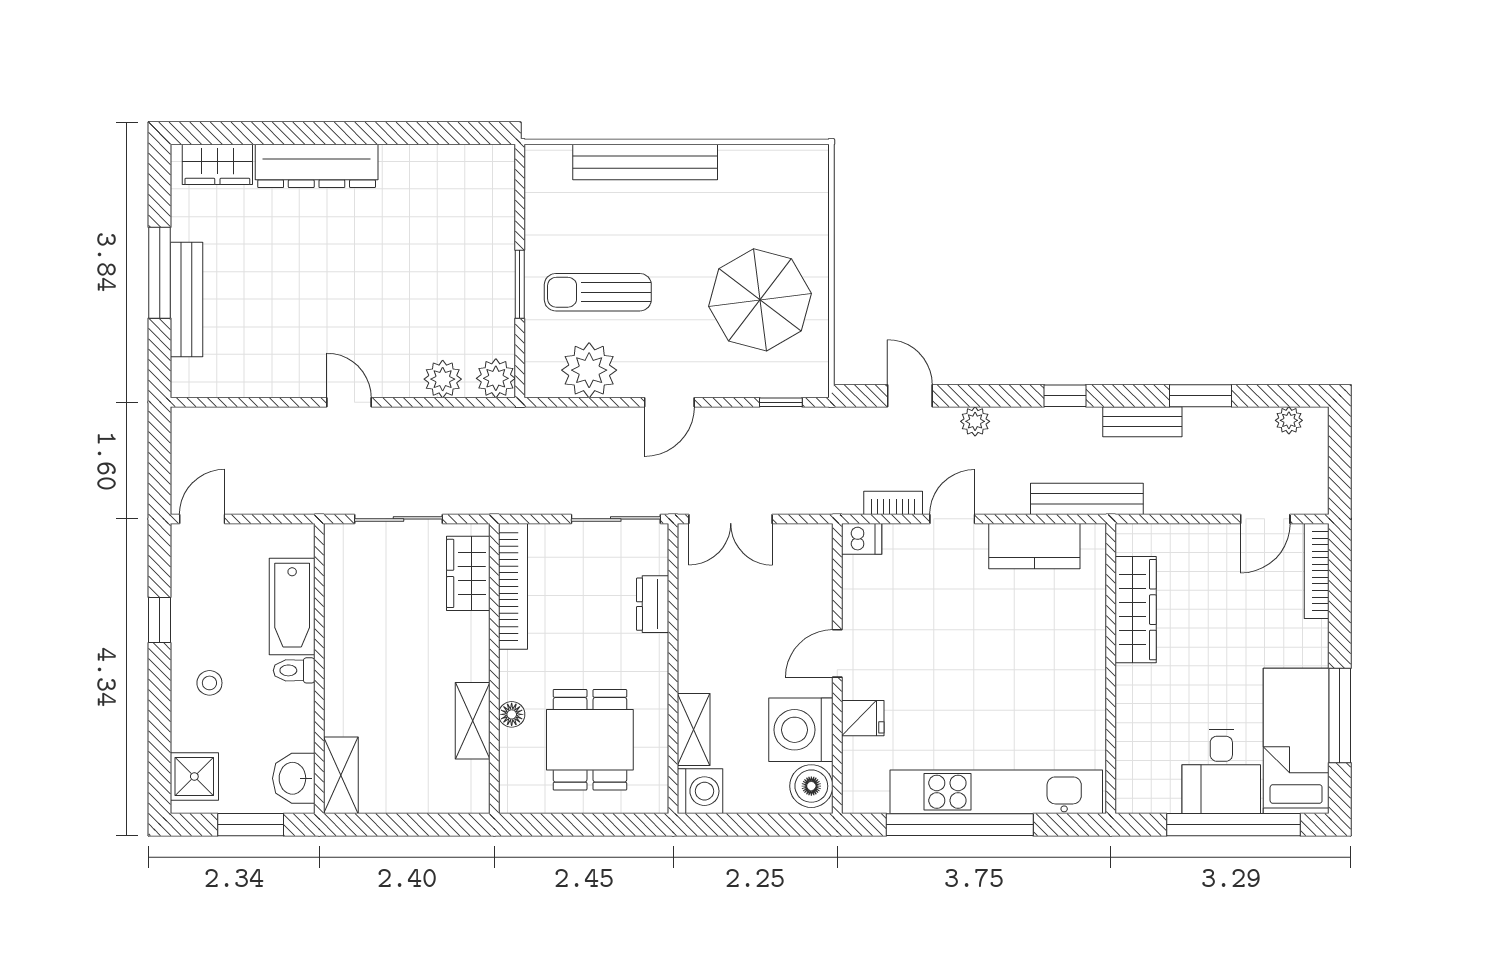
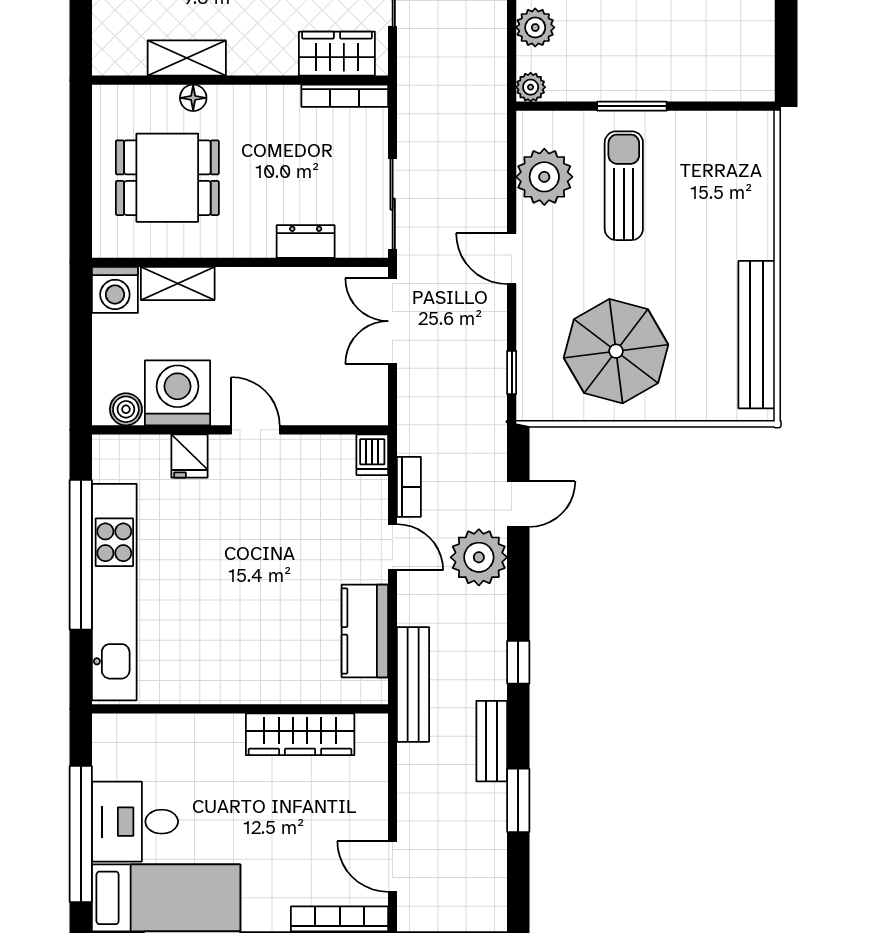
bench: (645, 162) -> (757, 335), moved
plant: (496, 378) -> (531, 87), width x0.73, depth x0.73
plant: (1289, 420) -> (493, 891), removed
plant: (975, 421) -> (479, 557), width x1.88, depth x1.88
bookcase: (513, 586) -> (345, 96), width x0.68, depth x0.76
boiler: (811, 786) -> (126, 409), width x0.73, depth x0.73

